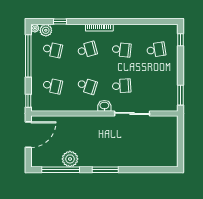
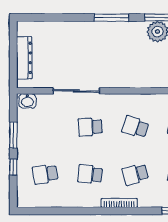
window: (180, 40) -> (13, 167), moved
window: (180, 95) -> (13, 135), moved
washbasin: (104, 106) -> (27, 101), moved
dresser: (172, 139) -> (24, 58), added

